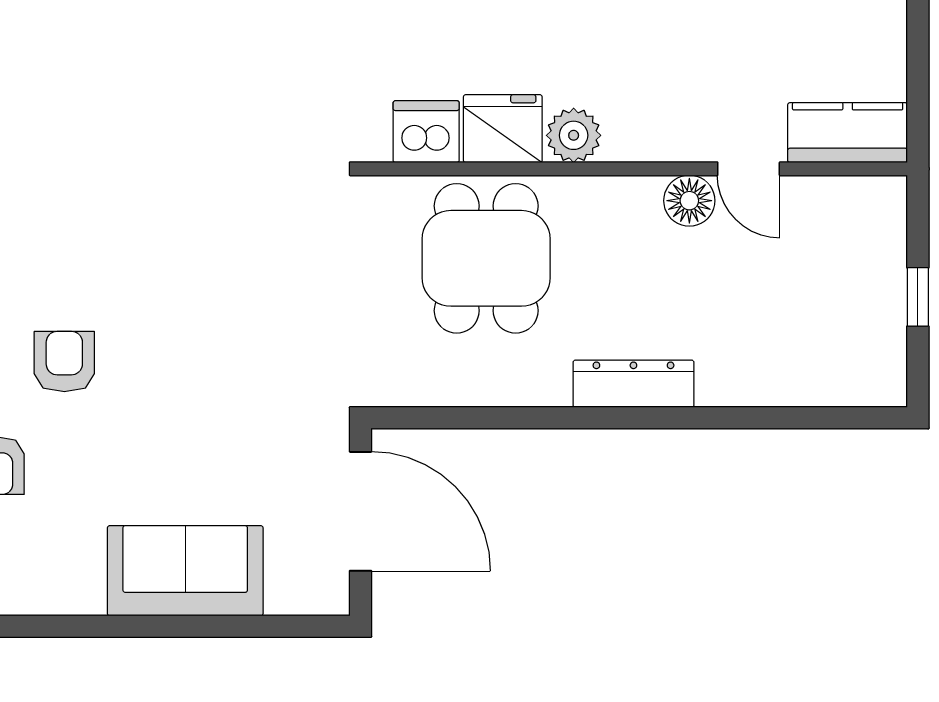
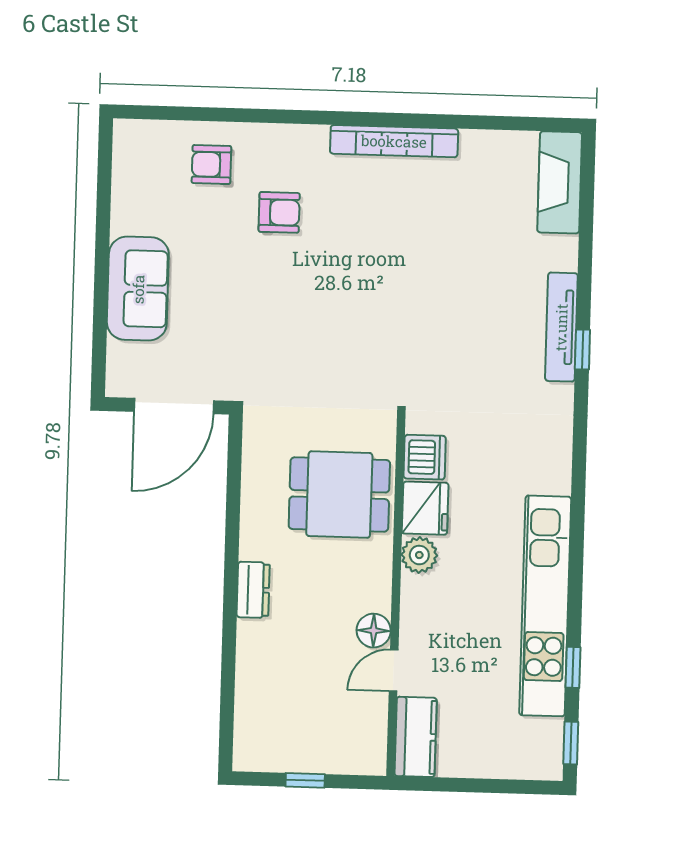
dresser: (633, 384) -> (253, 590), width x0.70

